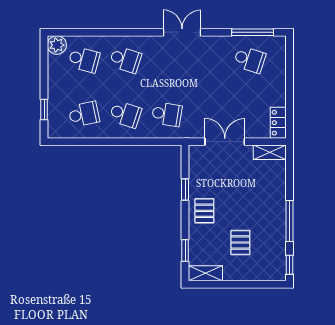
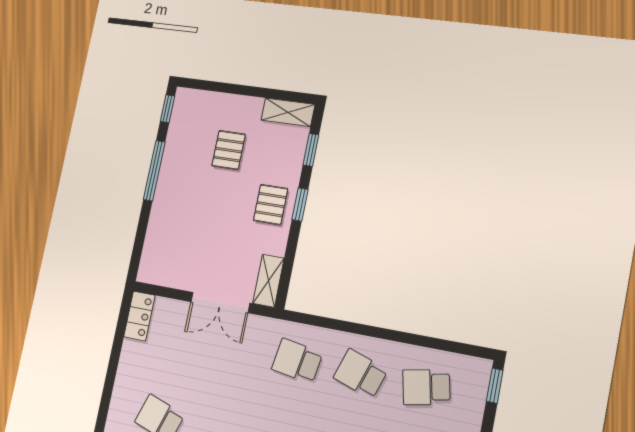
window: (44, 109) -> (495, 386), moved
shelving: (270, 152) -> (268, 281), moved, turned 90
window: (185, 190) -> (300, 205), moved

